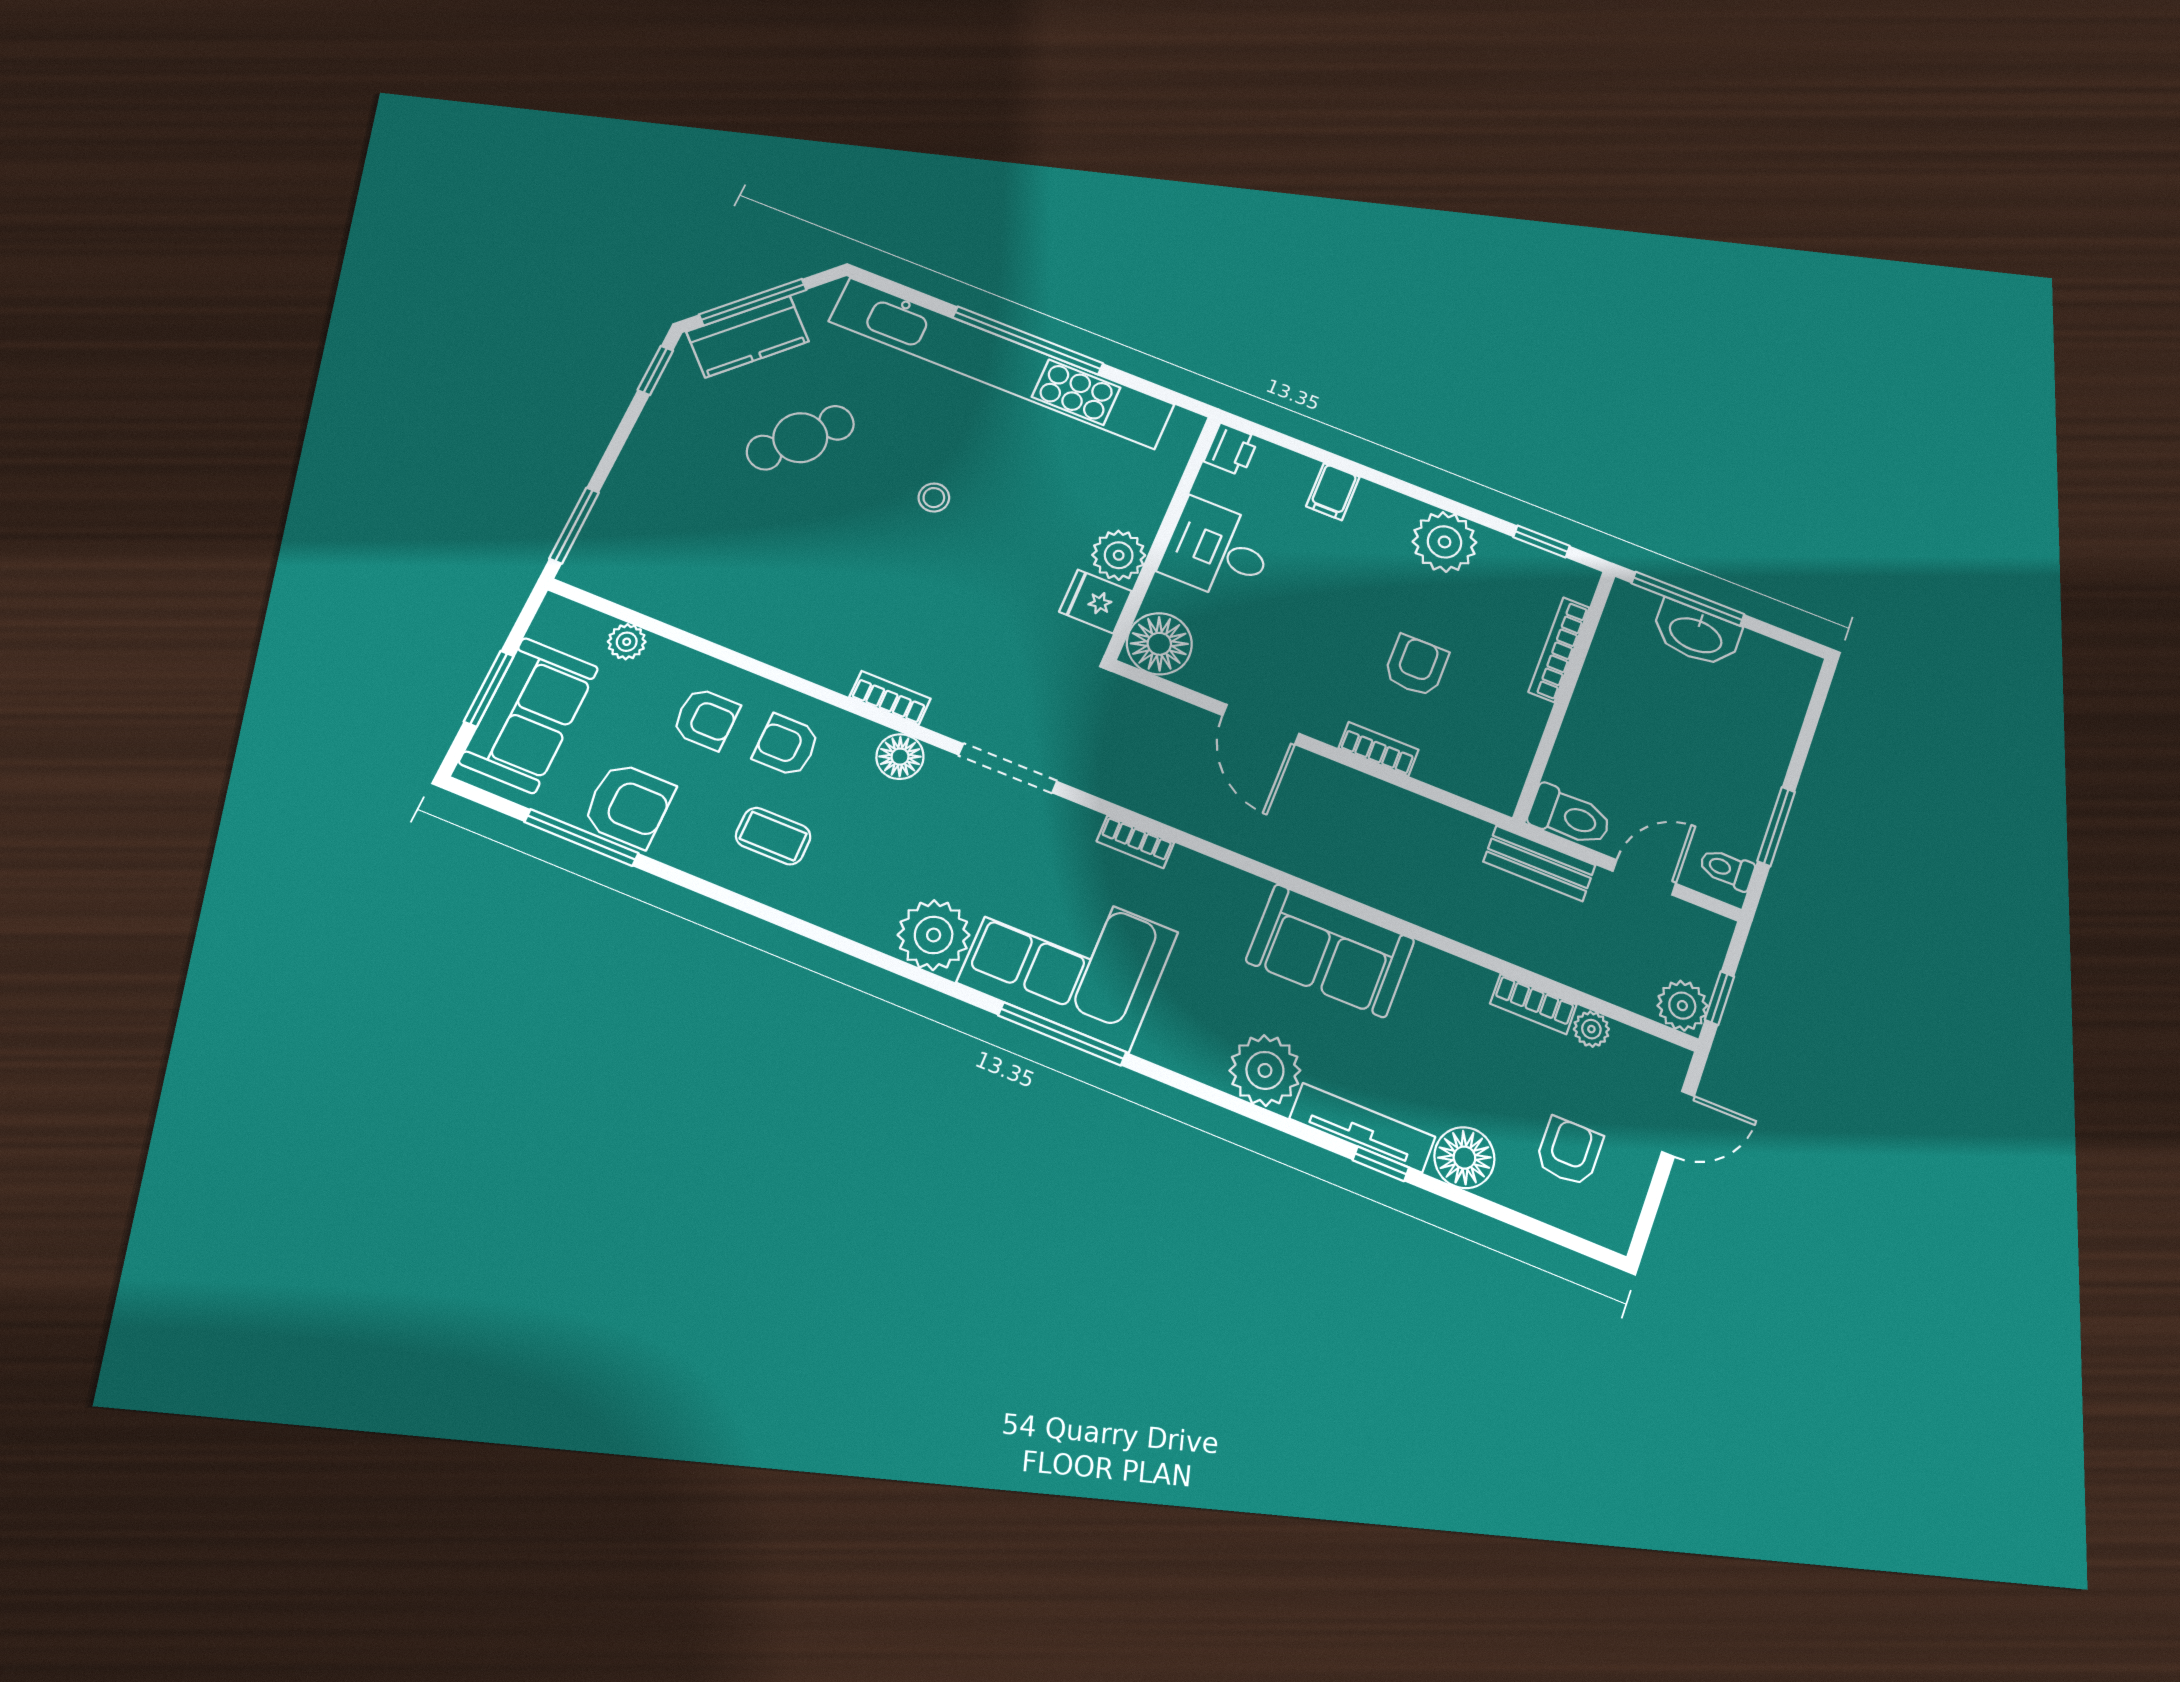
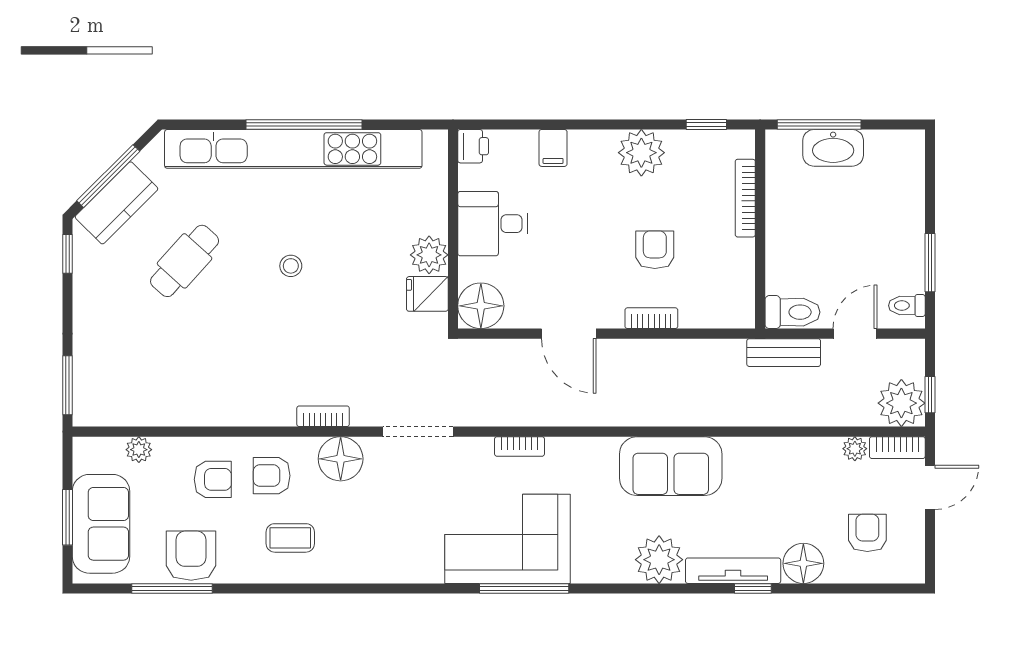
floor lamp: (900, 757) -> (341, 459), width x1.38, depth x1.38
armchair: (628, 805) -> (191, 556), turned -90
plant: (934, 935) -> (418, 559), removed
bookcase: (1533, 1004) -> (897, 448), moved
plant: (1682, 1006) -> (901, 403), width x1.36, depth x1.36

